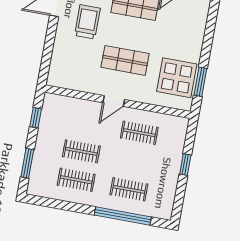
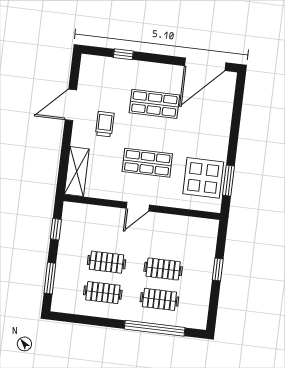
trolley: (87, 22) -> (105, 124), width x0.73, depth x0.72
shelving: (58, 65) -> (77, 172), added
clothes rail: (139, 133) -> (163, 269), moved

